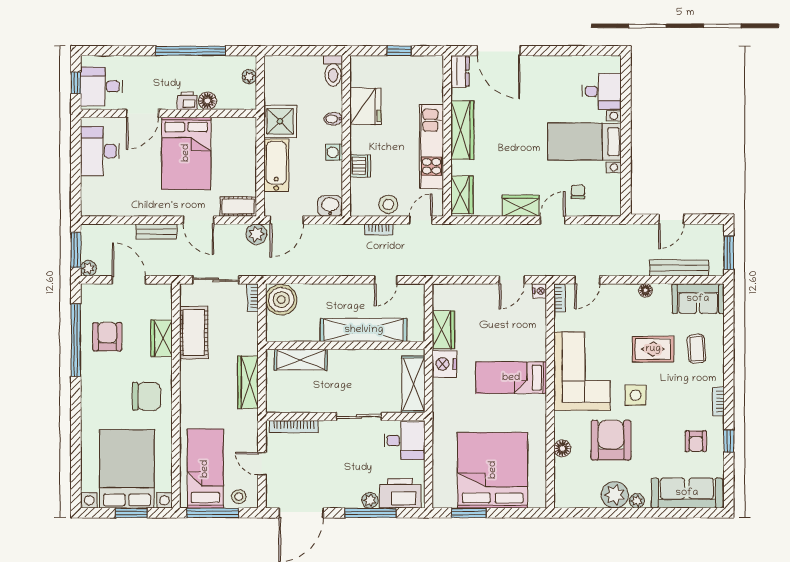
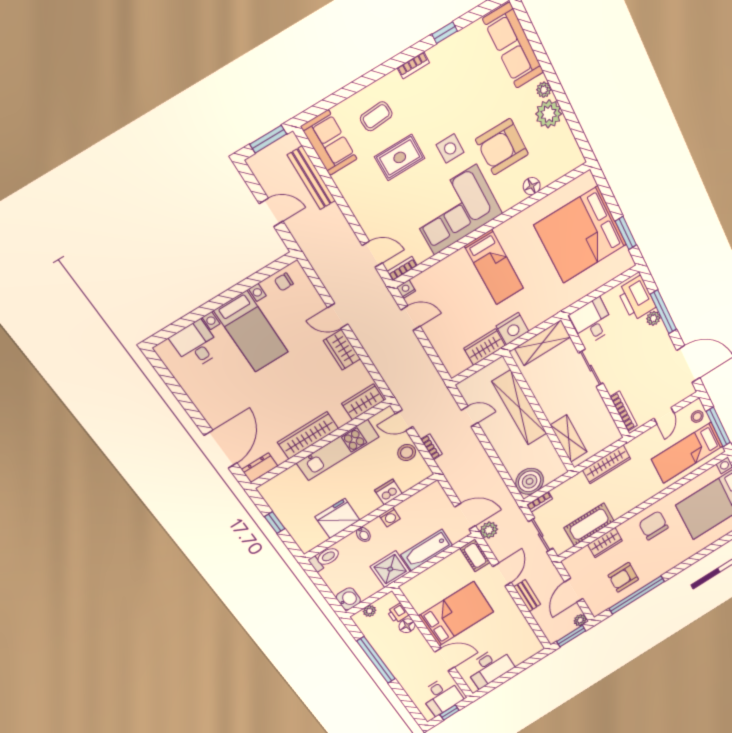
printer: (187, 101) -> (398, 613), moved
chair: (578, 192) -> (284, 282), moved
washbasin: (330, 206) -> (348, 599), moved, turned 180
floor lamp: (646, 290) -> (350, 197), removed
rug: (653, 349) -> (400, 157), turned 90
armchair: (696, 441) -> (461, 65), removed

